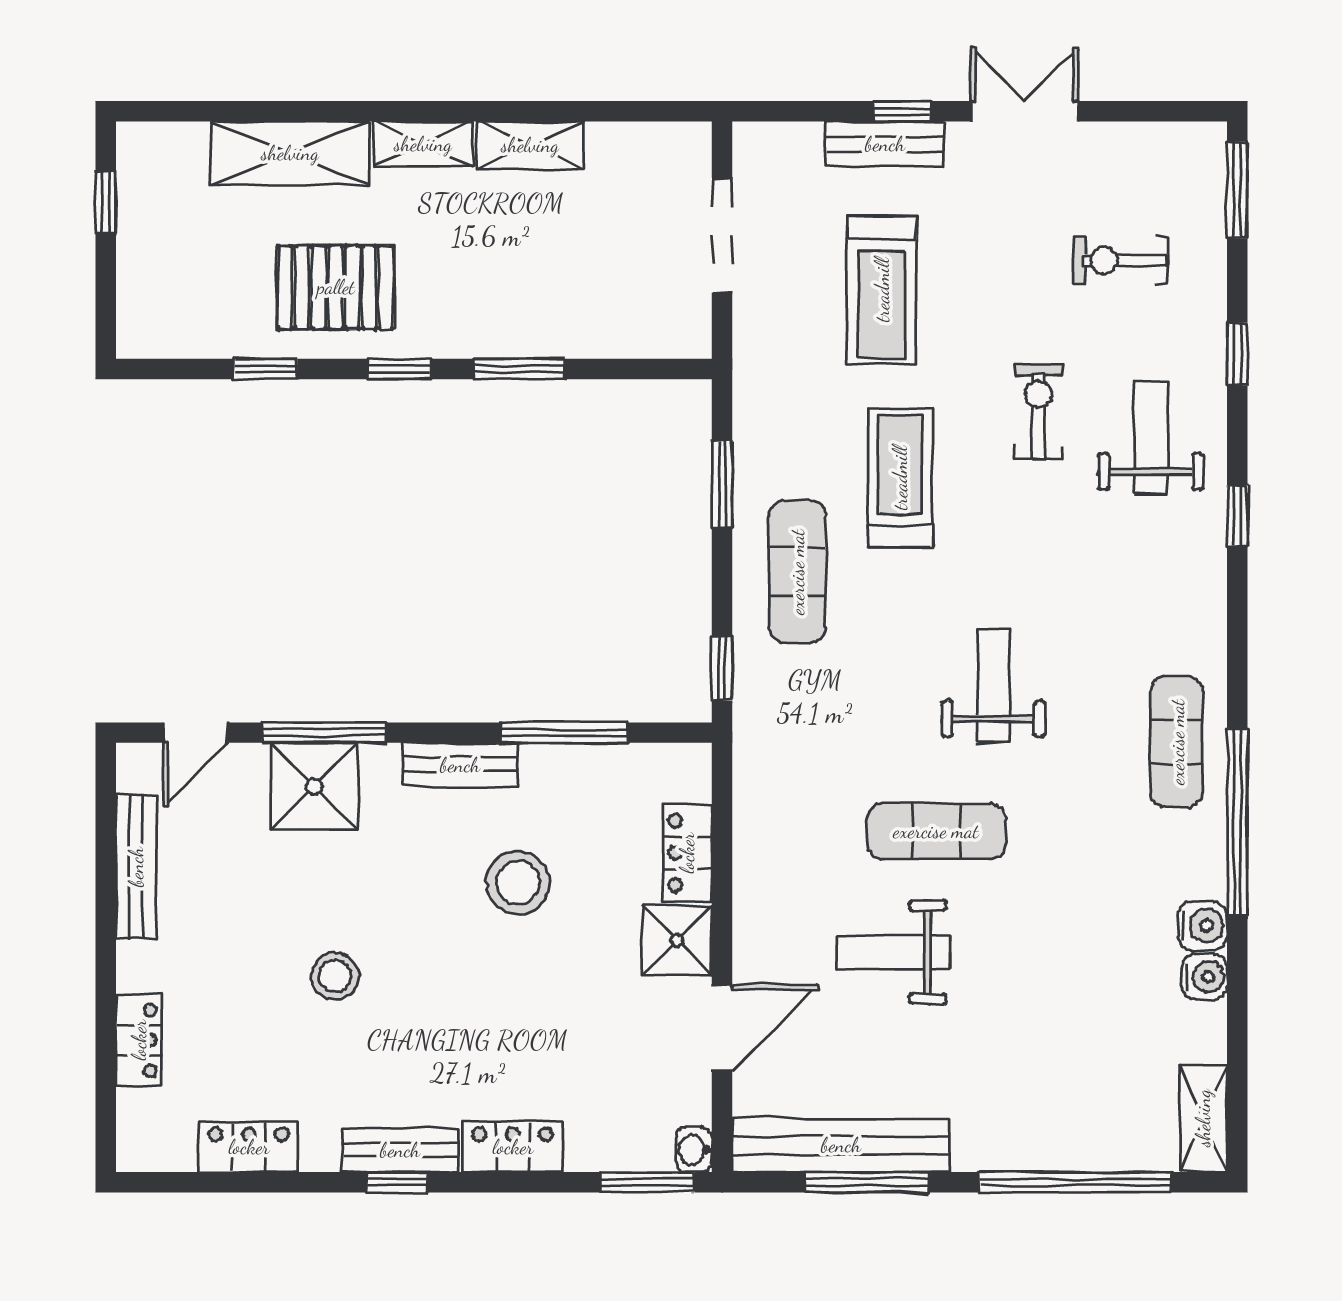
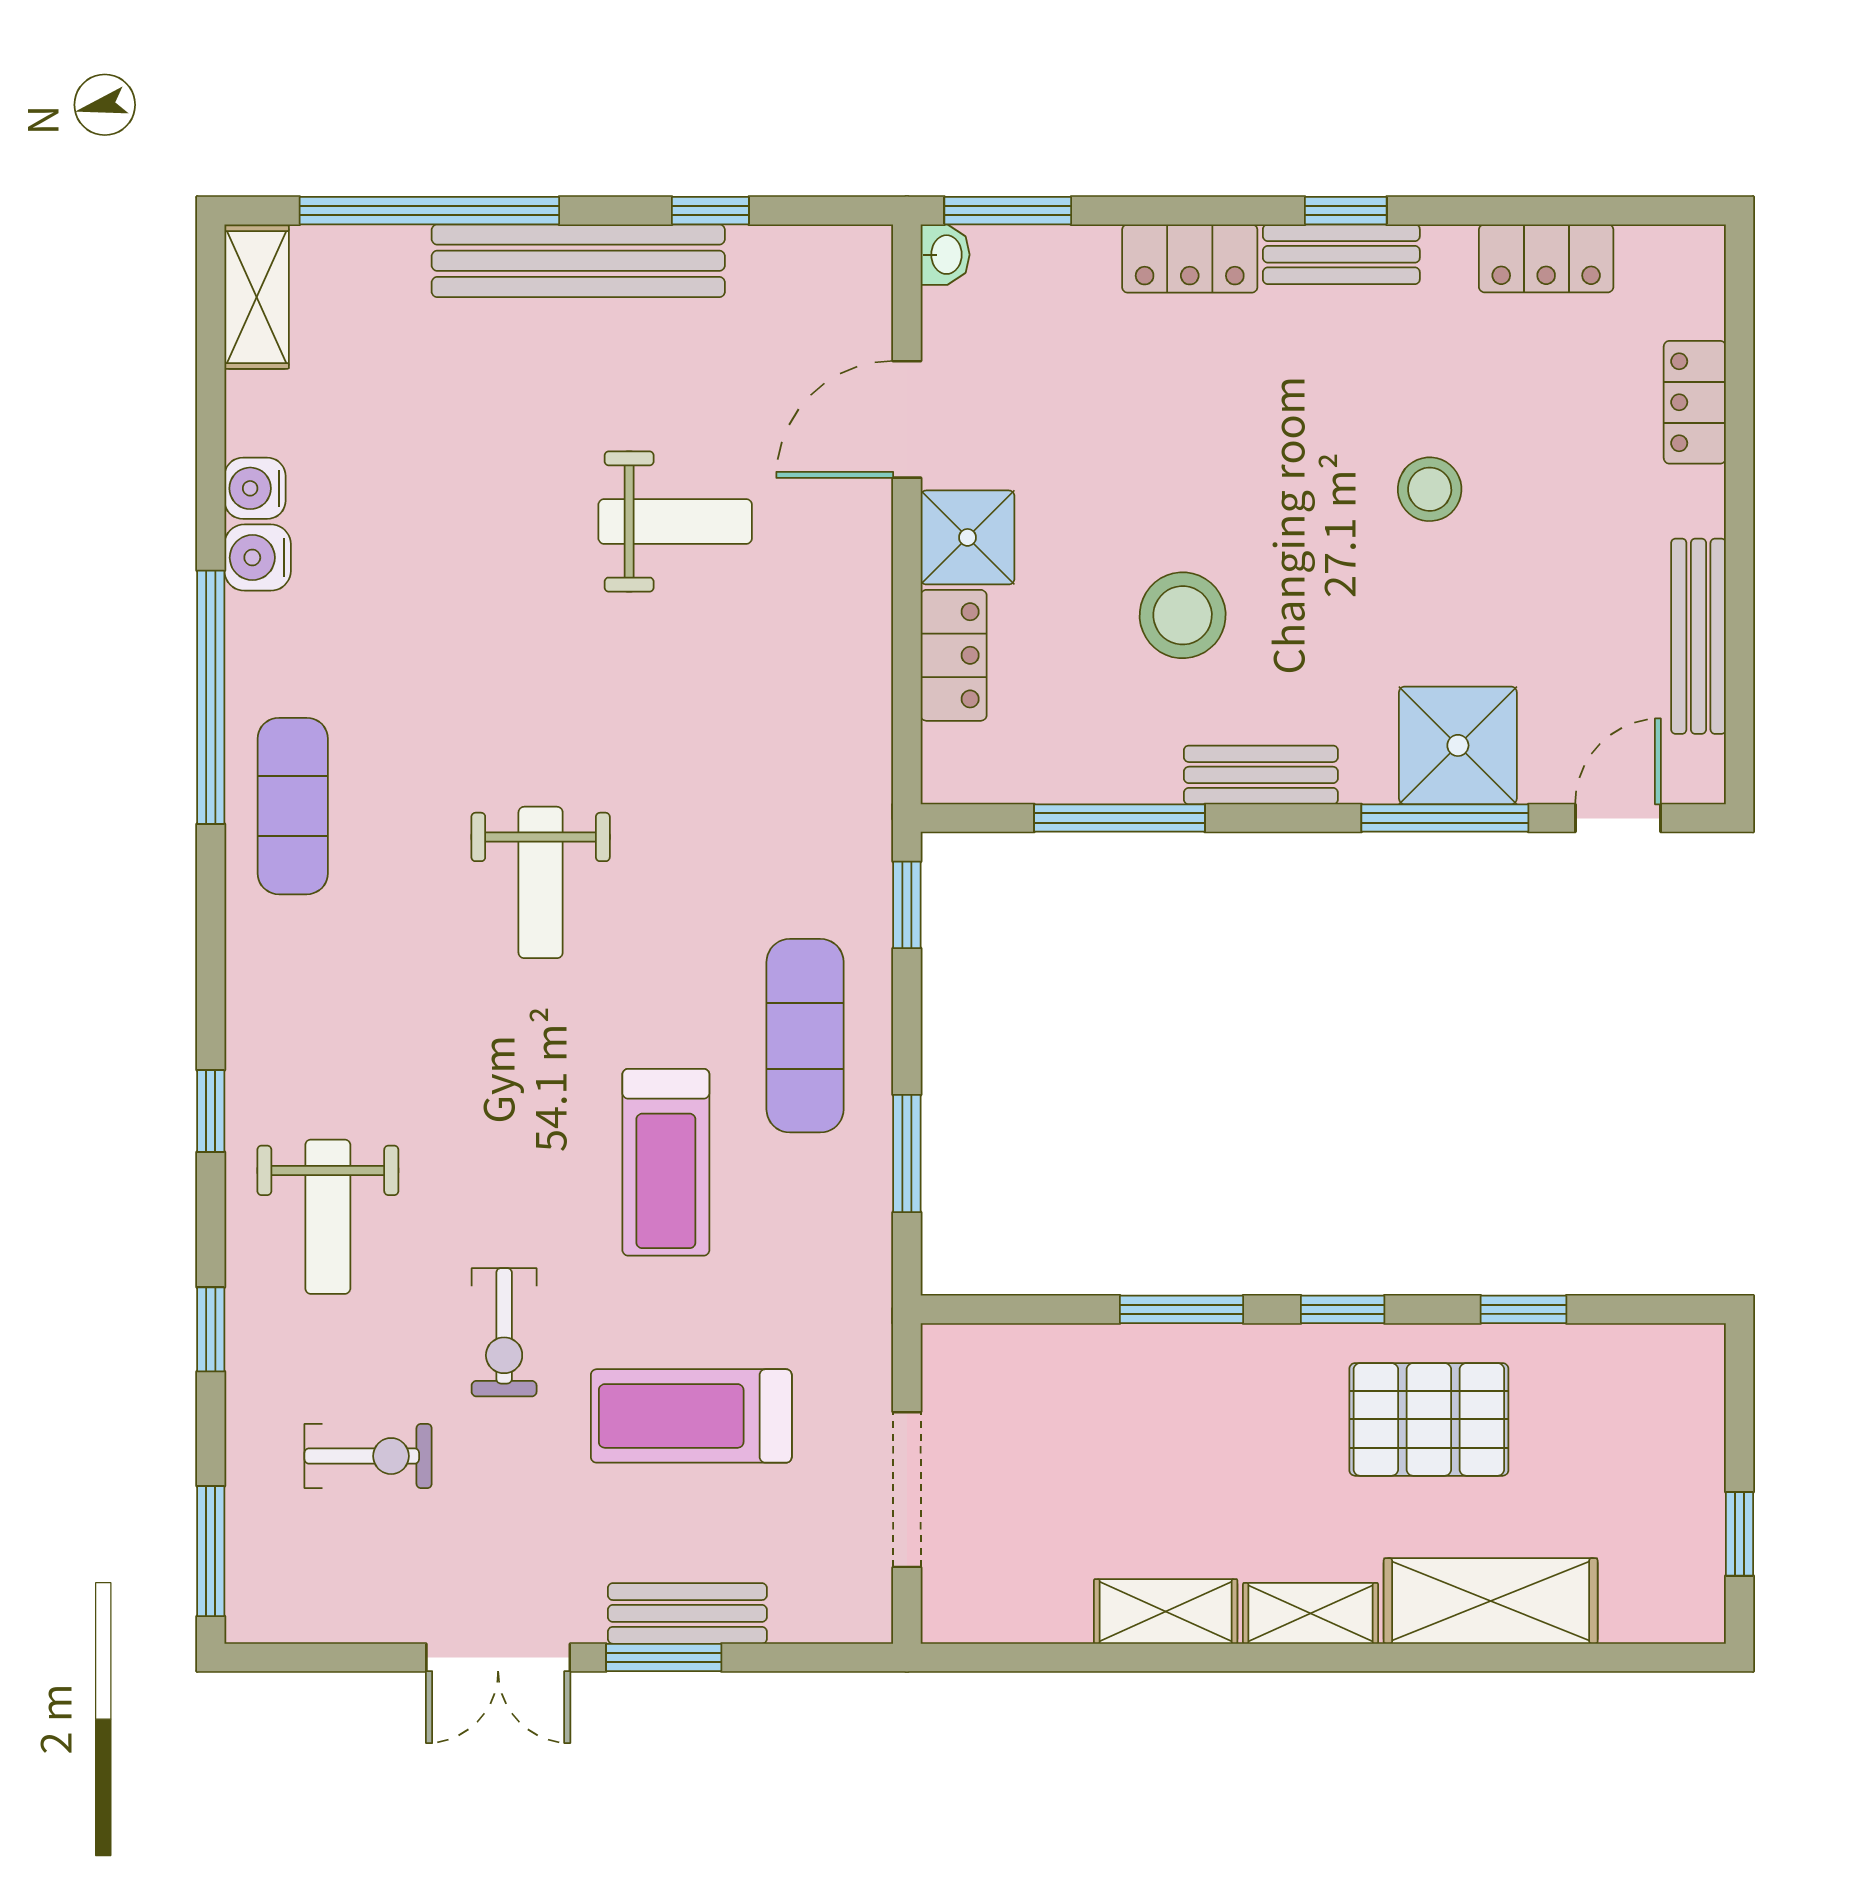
window: (902, 111) -> (664, 1657), width x1.50
treadmill: (882, 290) -> (691, 1416), turned -90
exercise bike: (1039, 411) -> (504, 1332), moved
exercise mat: (936, 831) -> (617, 685), removed
bench: (841, 1145) -> (578, 261), moved
window: (867, 1182) -> (710, 211), width x0.46

